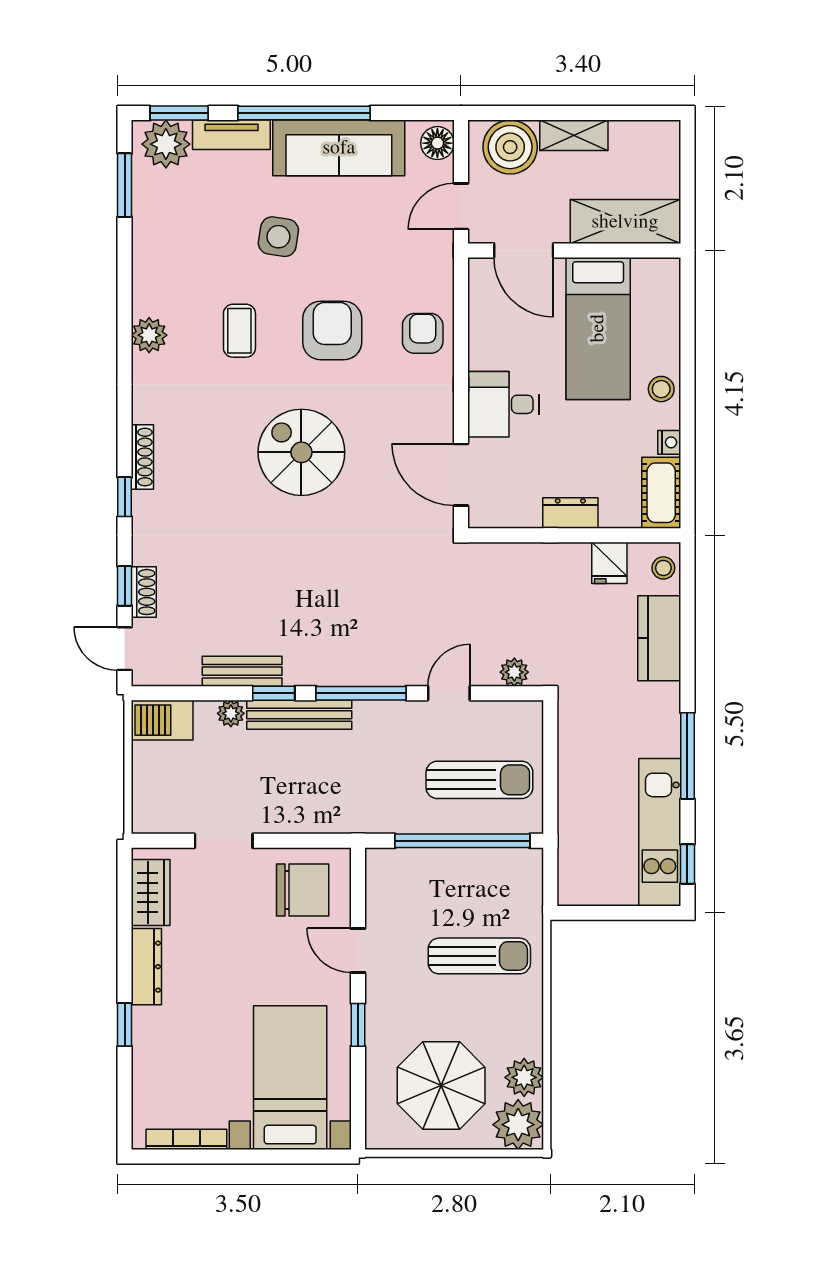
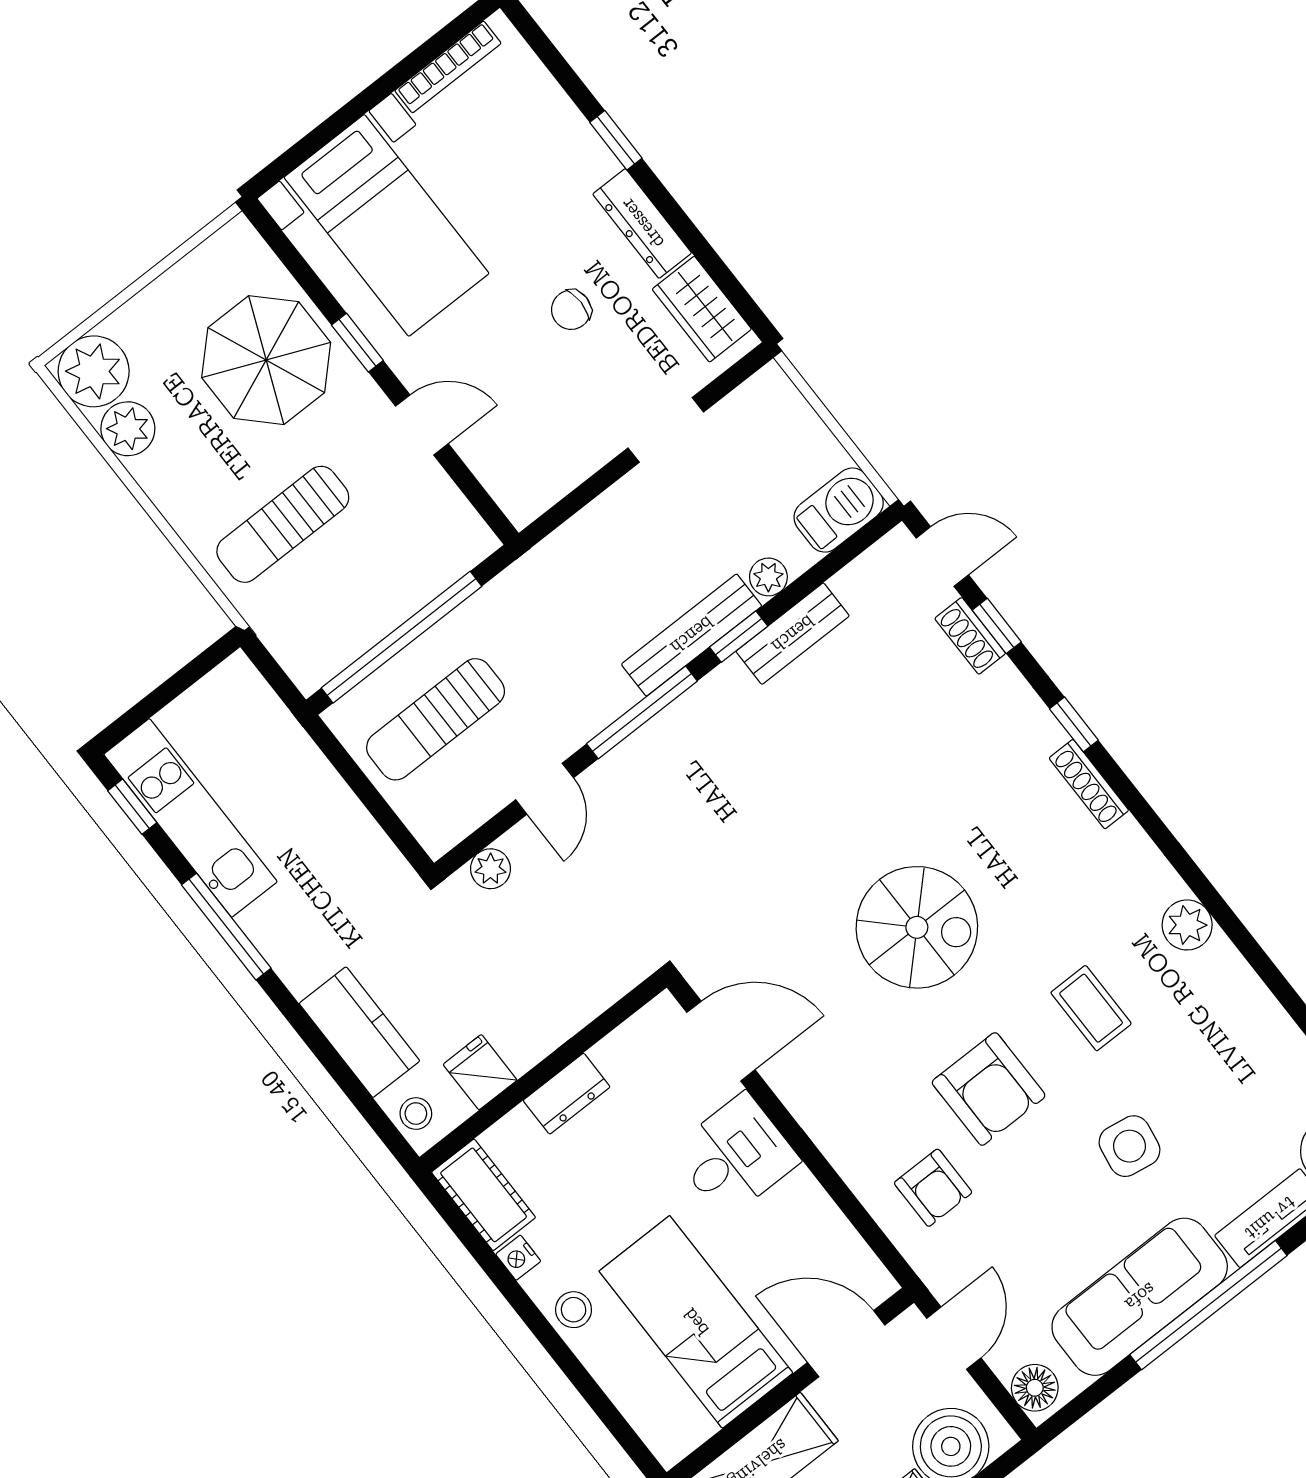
armchair: (423, 333) -> (933, 1188), moved
chair: (303, 890) -> (571, 310), moved, width x0.54, depth x0.54
parasol: (441, 1085) -> (266, 360), moved

